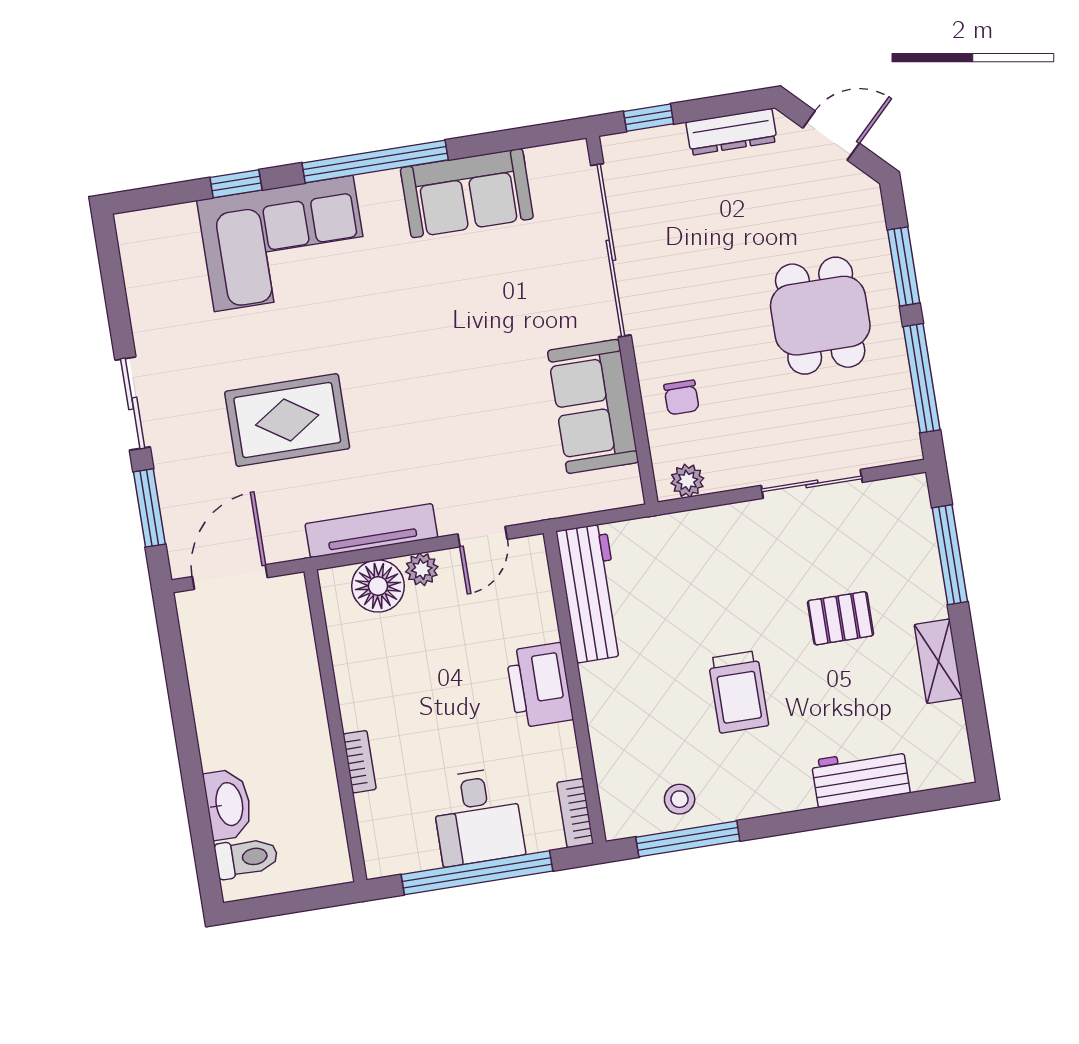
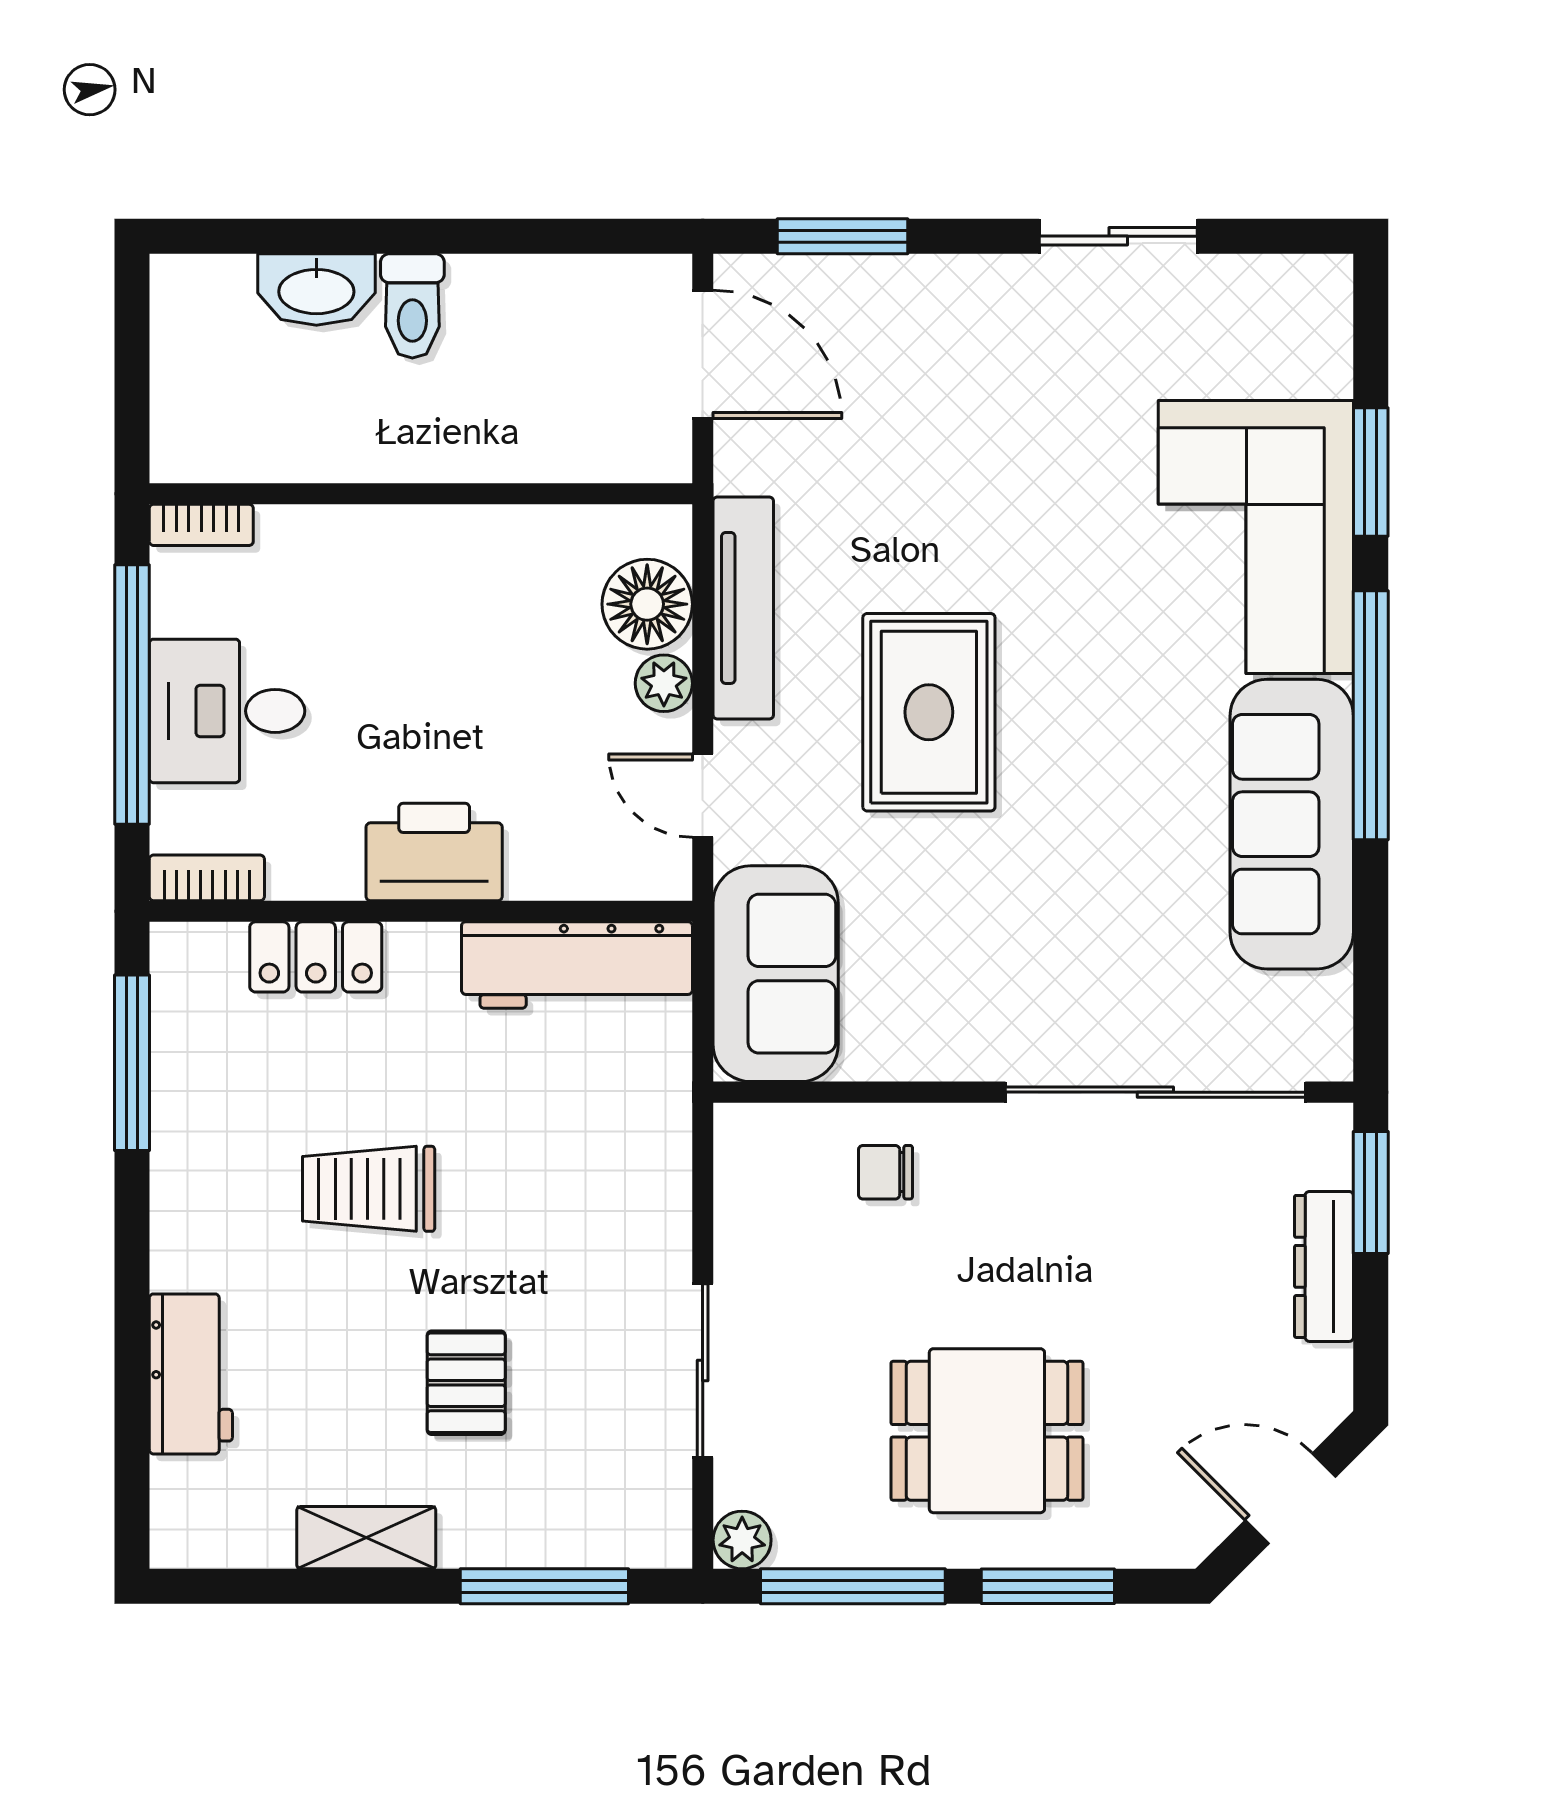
window: (649, 118) -> (1371, 1192), width x1.50
dresser: (731, 132) -> (1324, 1266), moved
door: (831, 136) -> (1291, 1498), swing flipped
window: (236, 184) -> (1371, 472), width x1.50
sofa: (467, 193) -> (1292, 824), width x1.36
sliding door: (133, 403) -> (1118, 236), moved
sofa: (593, 406) -> (776, 974), moved, turned 90
rug: (287, 420) -> (929, 712), moved
plant: (687, 481) -> (742, 1540), moved
locker: (610, 743) -> (316, 957), added
bookcase: (360, 762) -> (201, 525), moved
stool: (680, 799) -> (202, 1059), removed
toilet: (246, 858) -> (412, 306), moved

